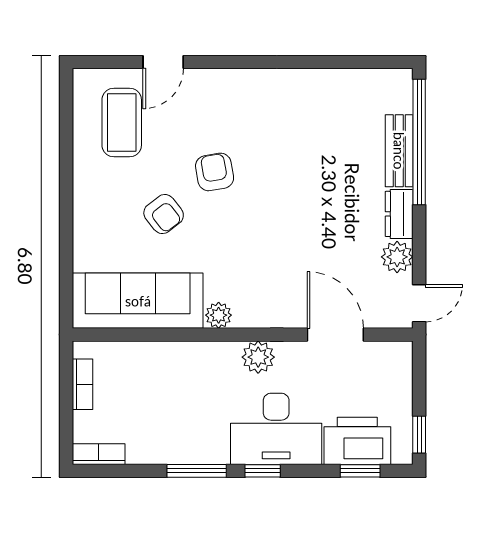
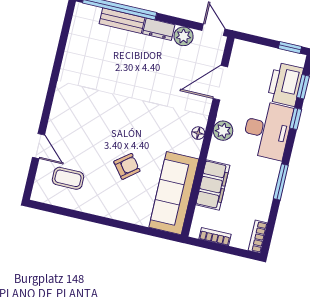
coffee table: (122, 122) -> (68, 178), width x0.73, depth x0.77
armchair: (215, 172) -> (109, 131), removed
plant: (219, 315) -> (193, 148), removed
floor lamp: (245, 318) -> (198, 133), added
filing cabinet: (166, 361) -> (213, 185), added
window: (263, 471) -> (296, 119), moved

